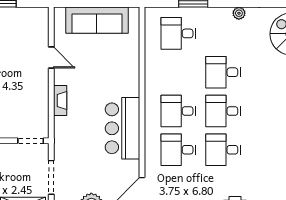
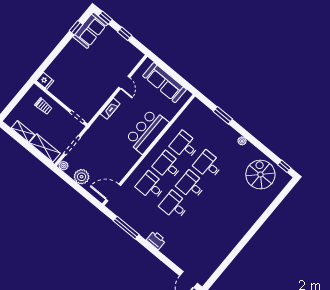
desk: (178, 33) -> (185, 145), moved
bar counter: (123, 128) -> (147, 131), moved

